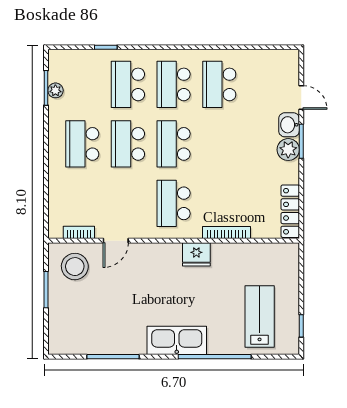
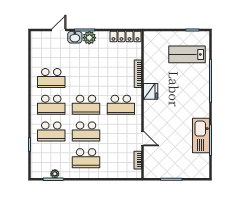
stool: (75, 267) -> (158, 163), removed
kitchen sink: (177, 340) -> (201, 135), moved

